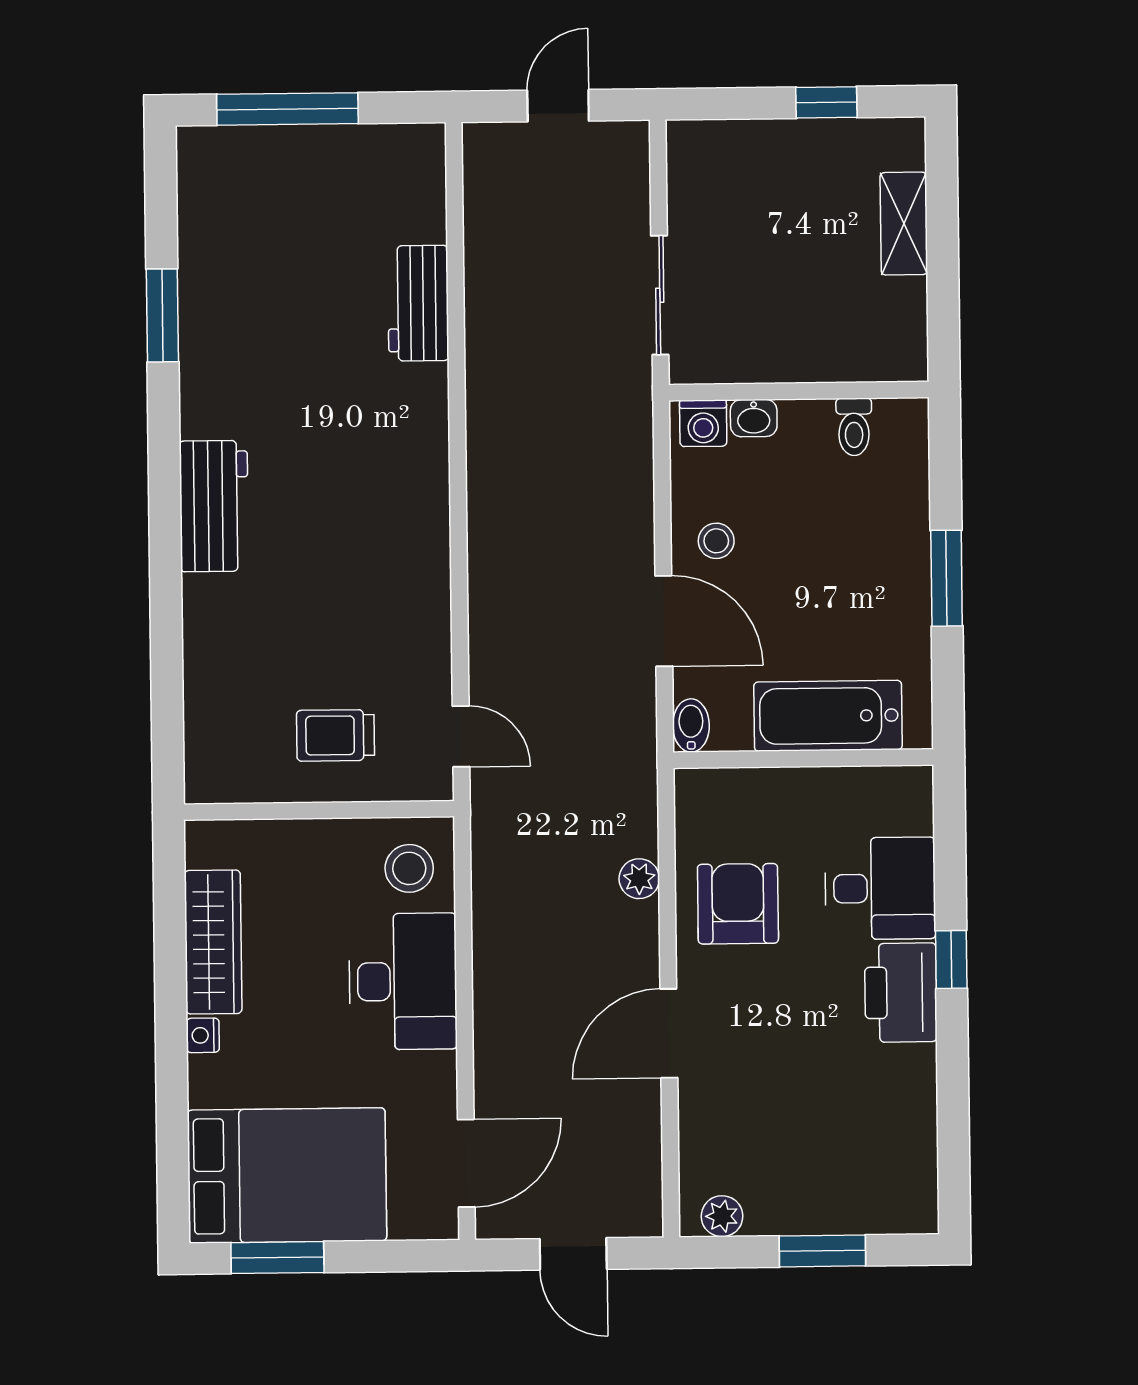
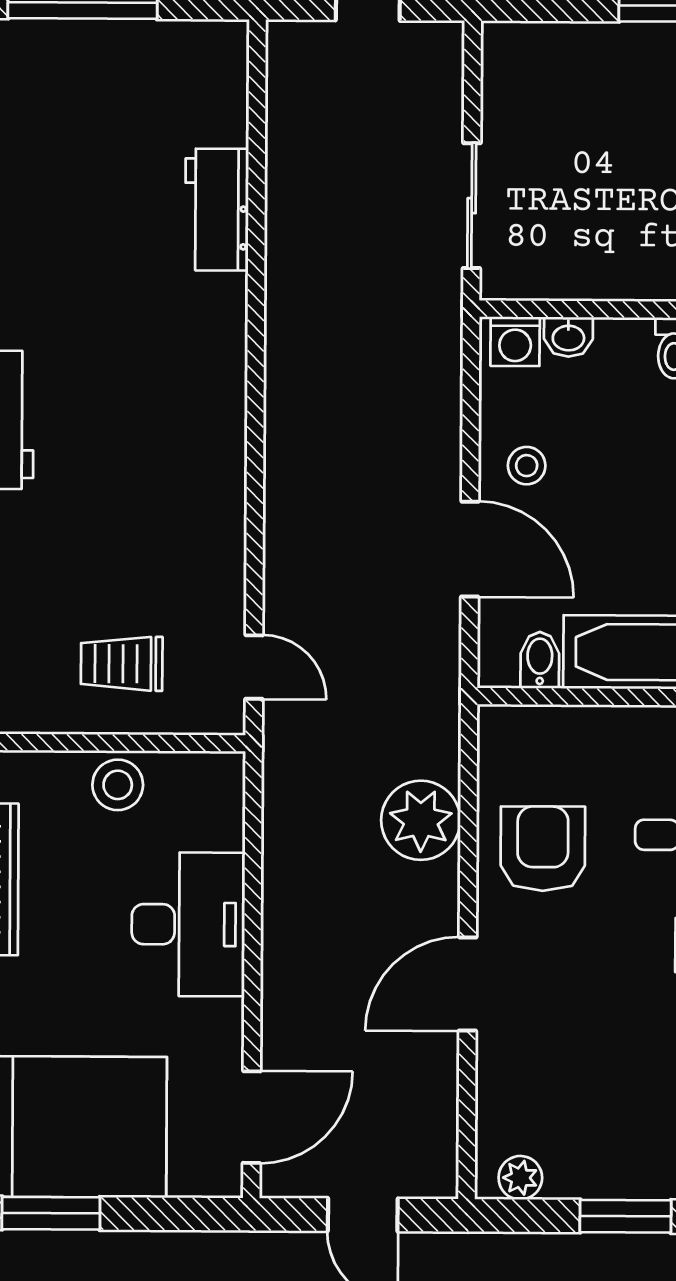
bidet: (691, 725) -> (540, 660), moved
stool: (409, 868) -> (118, 785), moved
plant: (639, 879) -> (421, 820), width x1.88, depth x1.88

